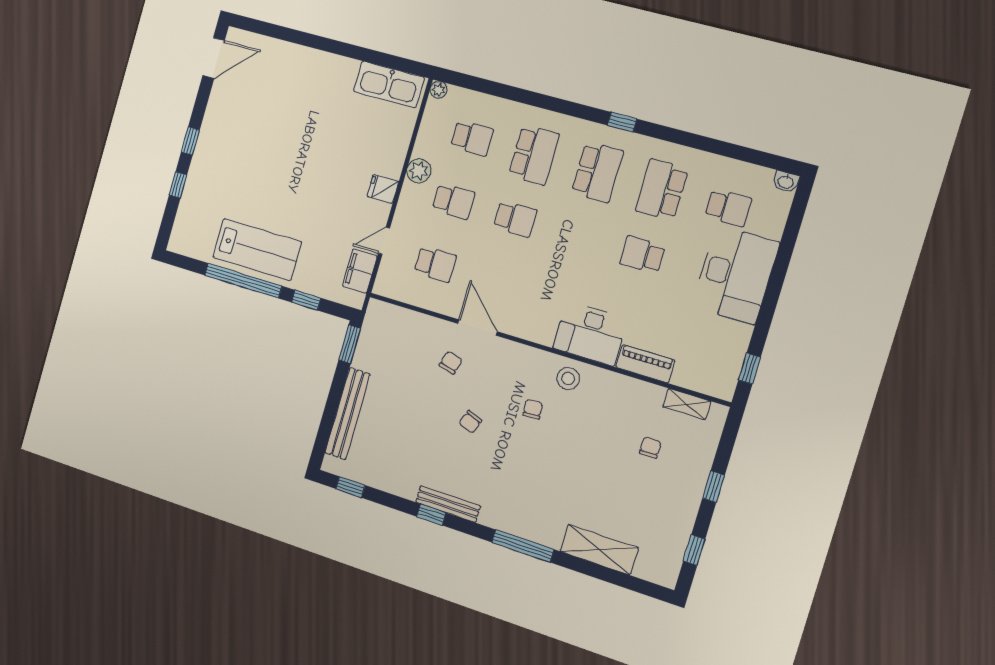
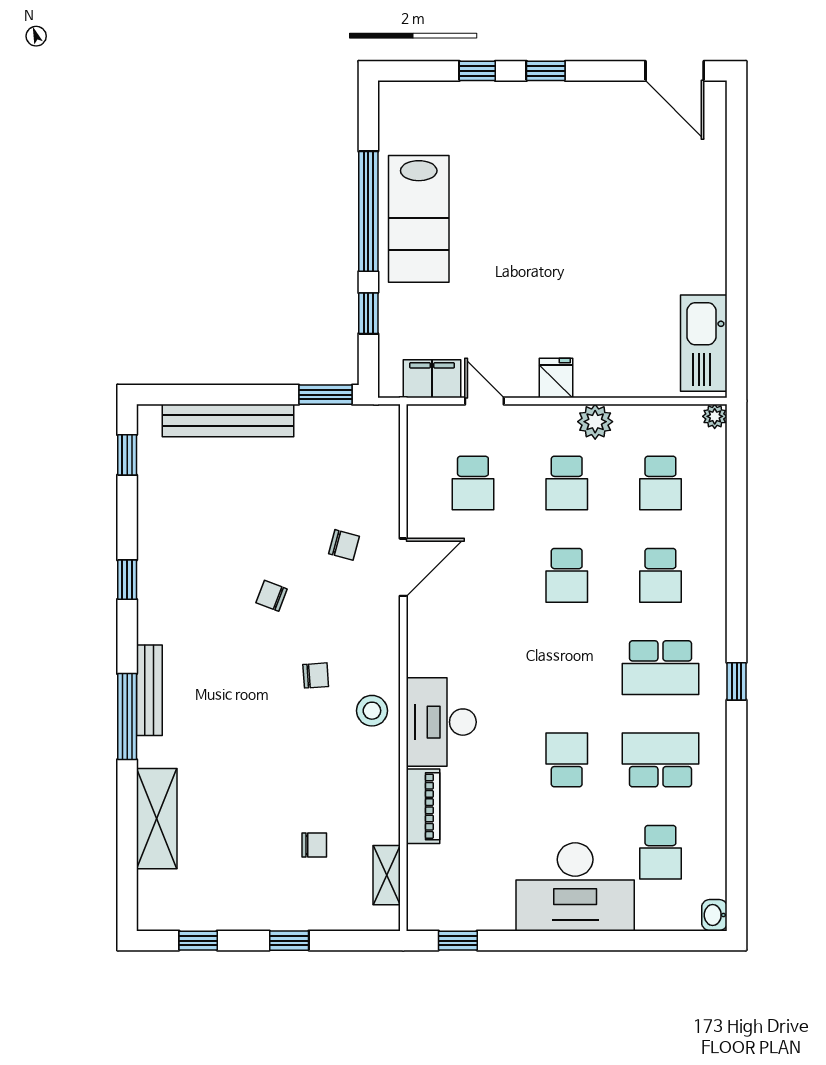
school desk: (534, 155) -> (660, 575), width x0.54
bench: (448, 504) -> (149, 690), moved

